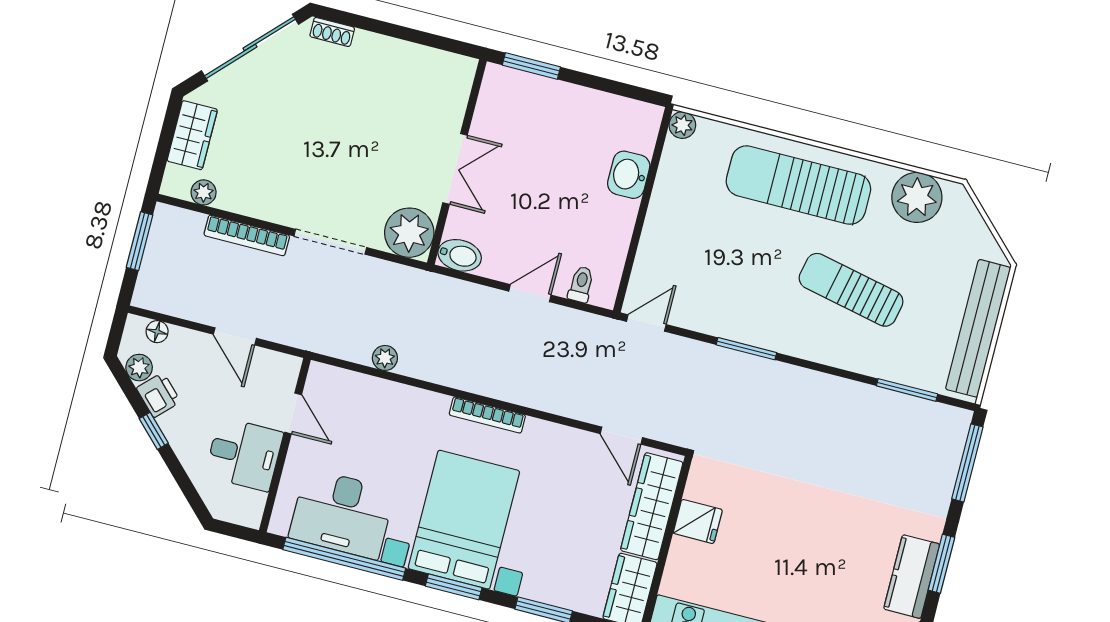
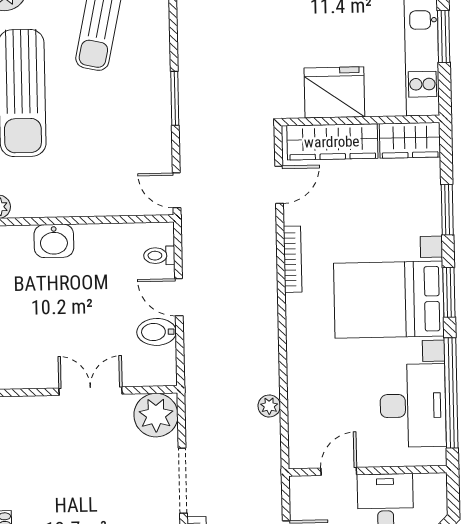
bidet: (460, 255) -> (157, 332), moved, turned -90
bookcase: (487, 415) -> (293, 259), moved
fridge: (698, 521) -> (334, 92), width x1.88, depth x1.34

